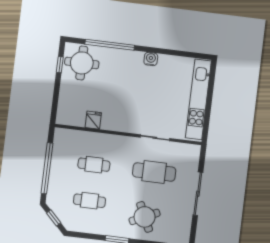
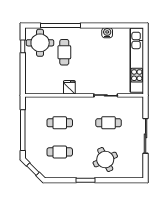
water cooler: (151, 59) -> (107, 33), moved
cafe table: (110, 78) -> (64, 52), added
fridge: (93, 120) -> (69, 87), moved
cafe table: (154, 172) -> (108, 123), width x0.73, depth x0.74

